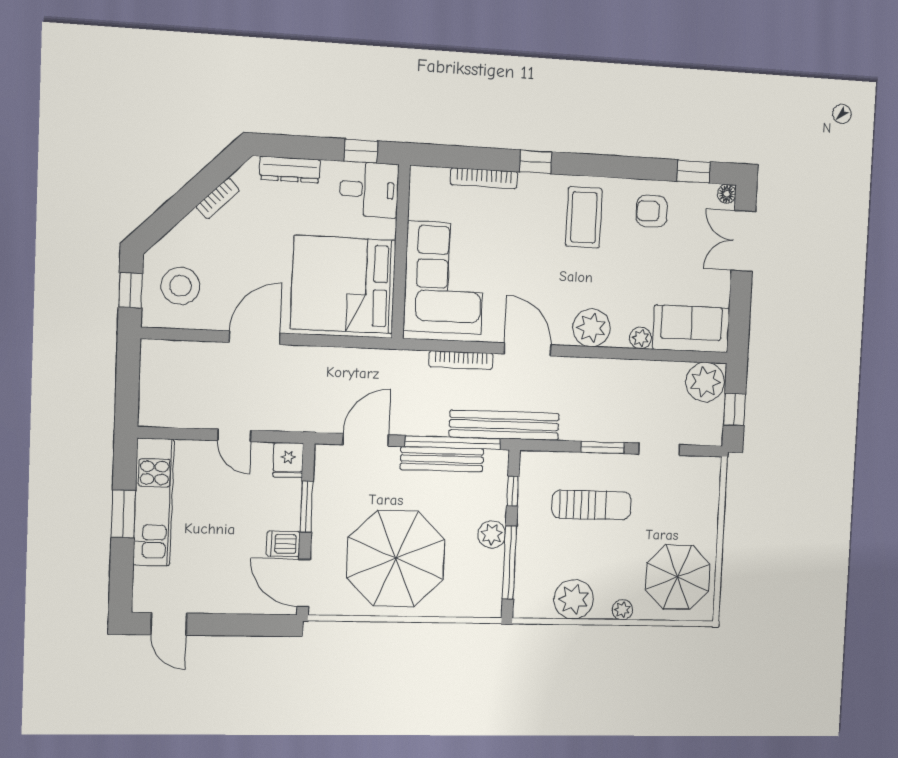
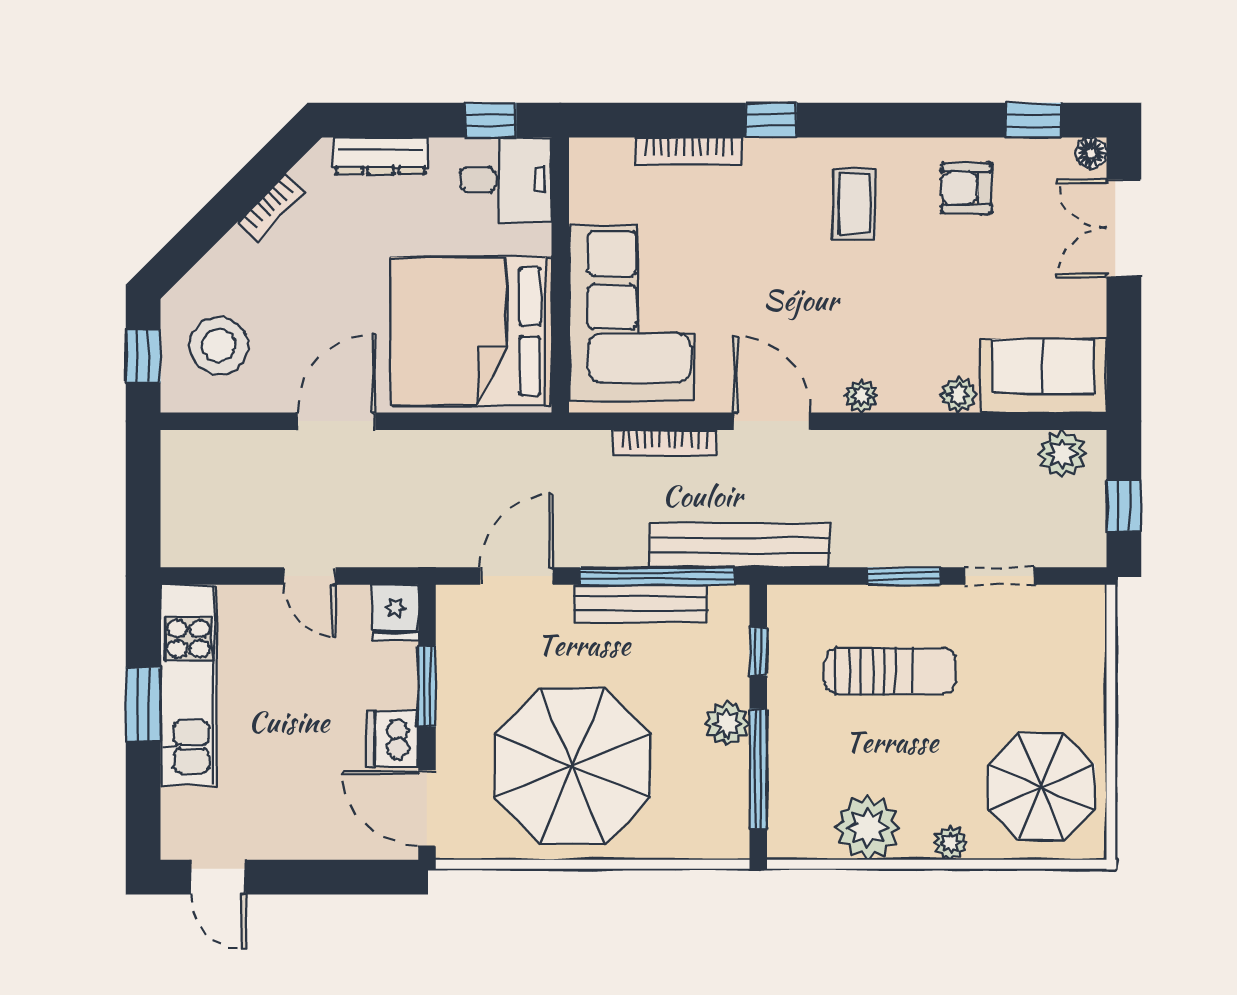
coffee table: (584, 217) -> (854, 204), width x0.73, depth x0.77
plant: (591, 328) -> (861, 396), width x0.53, depth x0.53
plant: (705, 382) -> (1062, 454), width x0.73, depth x0.73
dishwasher: (283, 544) -> (392, 739), width x1.38

